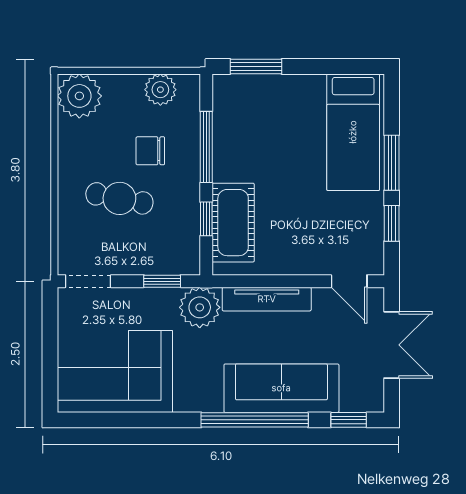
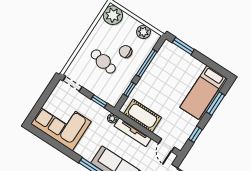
window: (392, 163) -> (215, 104), moved
cot: (233, 223) -> (143, 116), moved, turned 90
plant: (200, 307) -> (112, 118), width x0.53, depth x0.53

